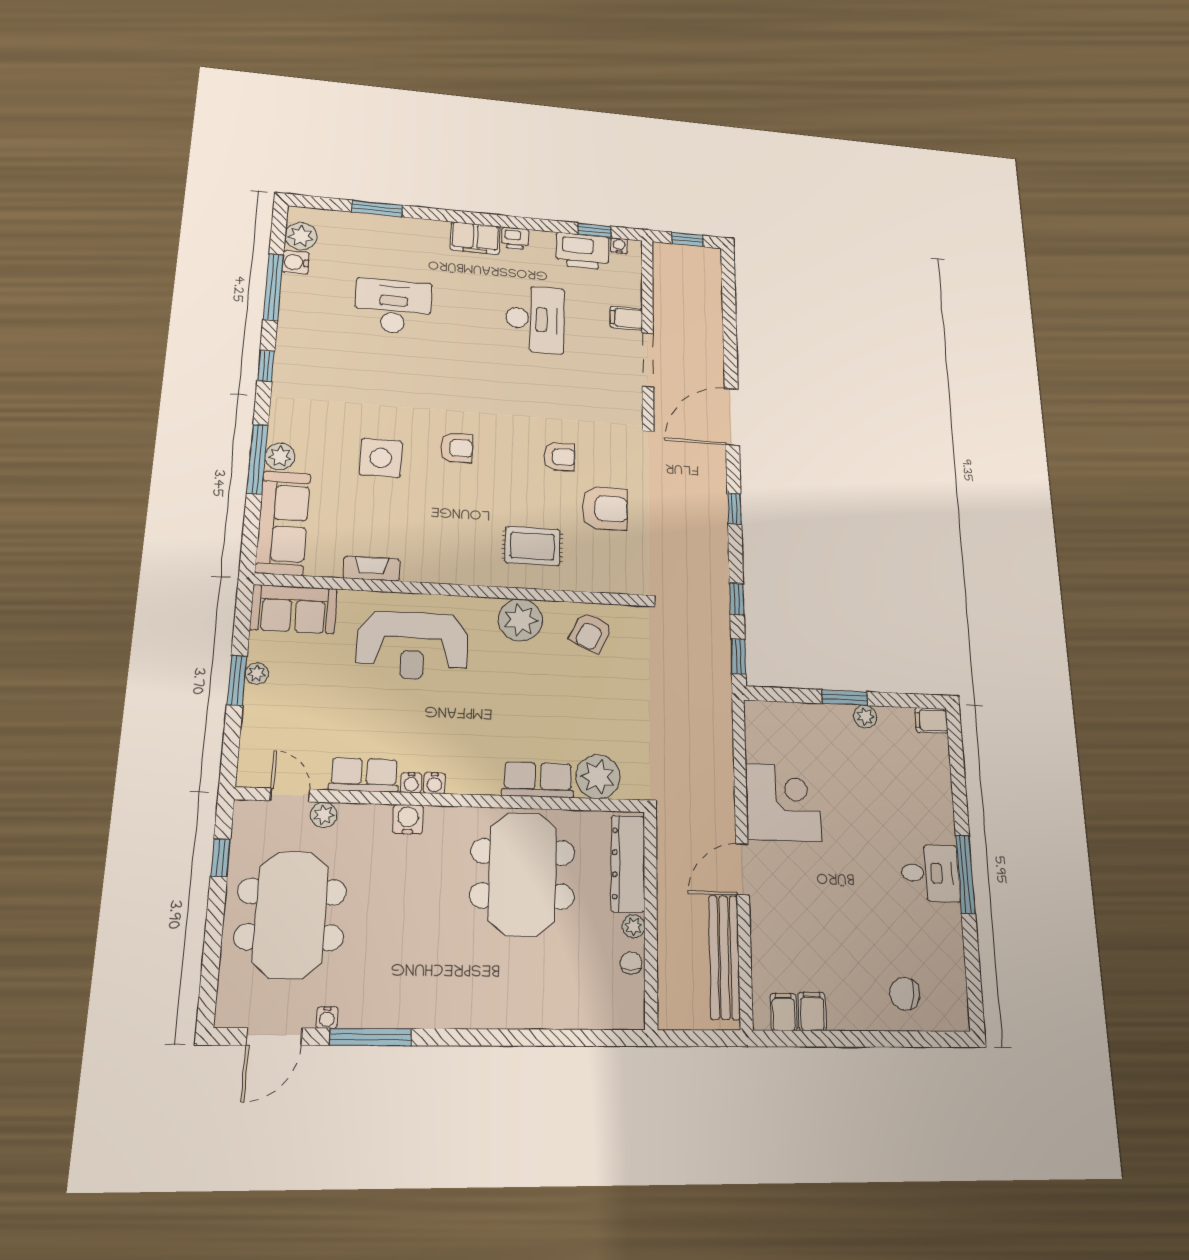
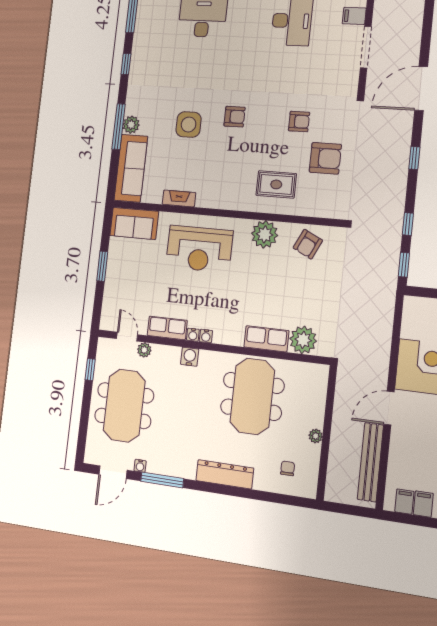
plant: (257, 673) -> (113, 263), removed
dresser: (628, 864) -> (225, 474), moved, turned 90
chair: (631, 963) -> (288, 468), moved

